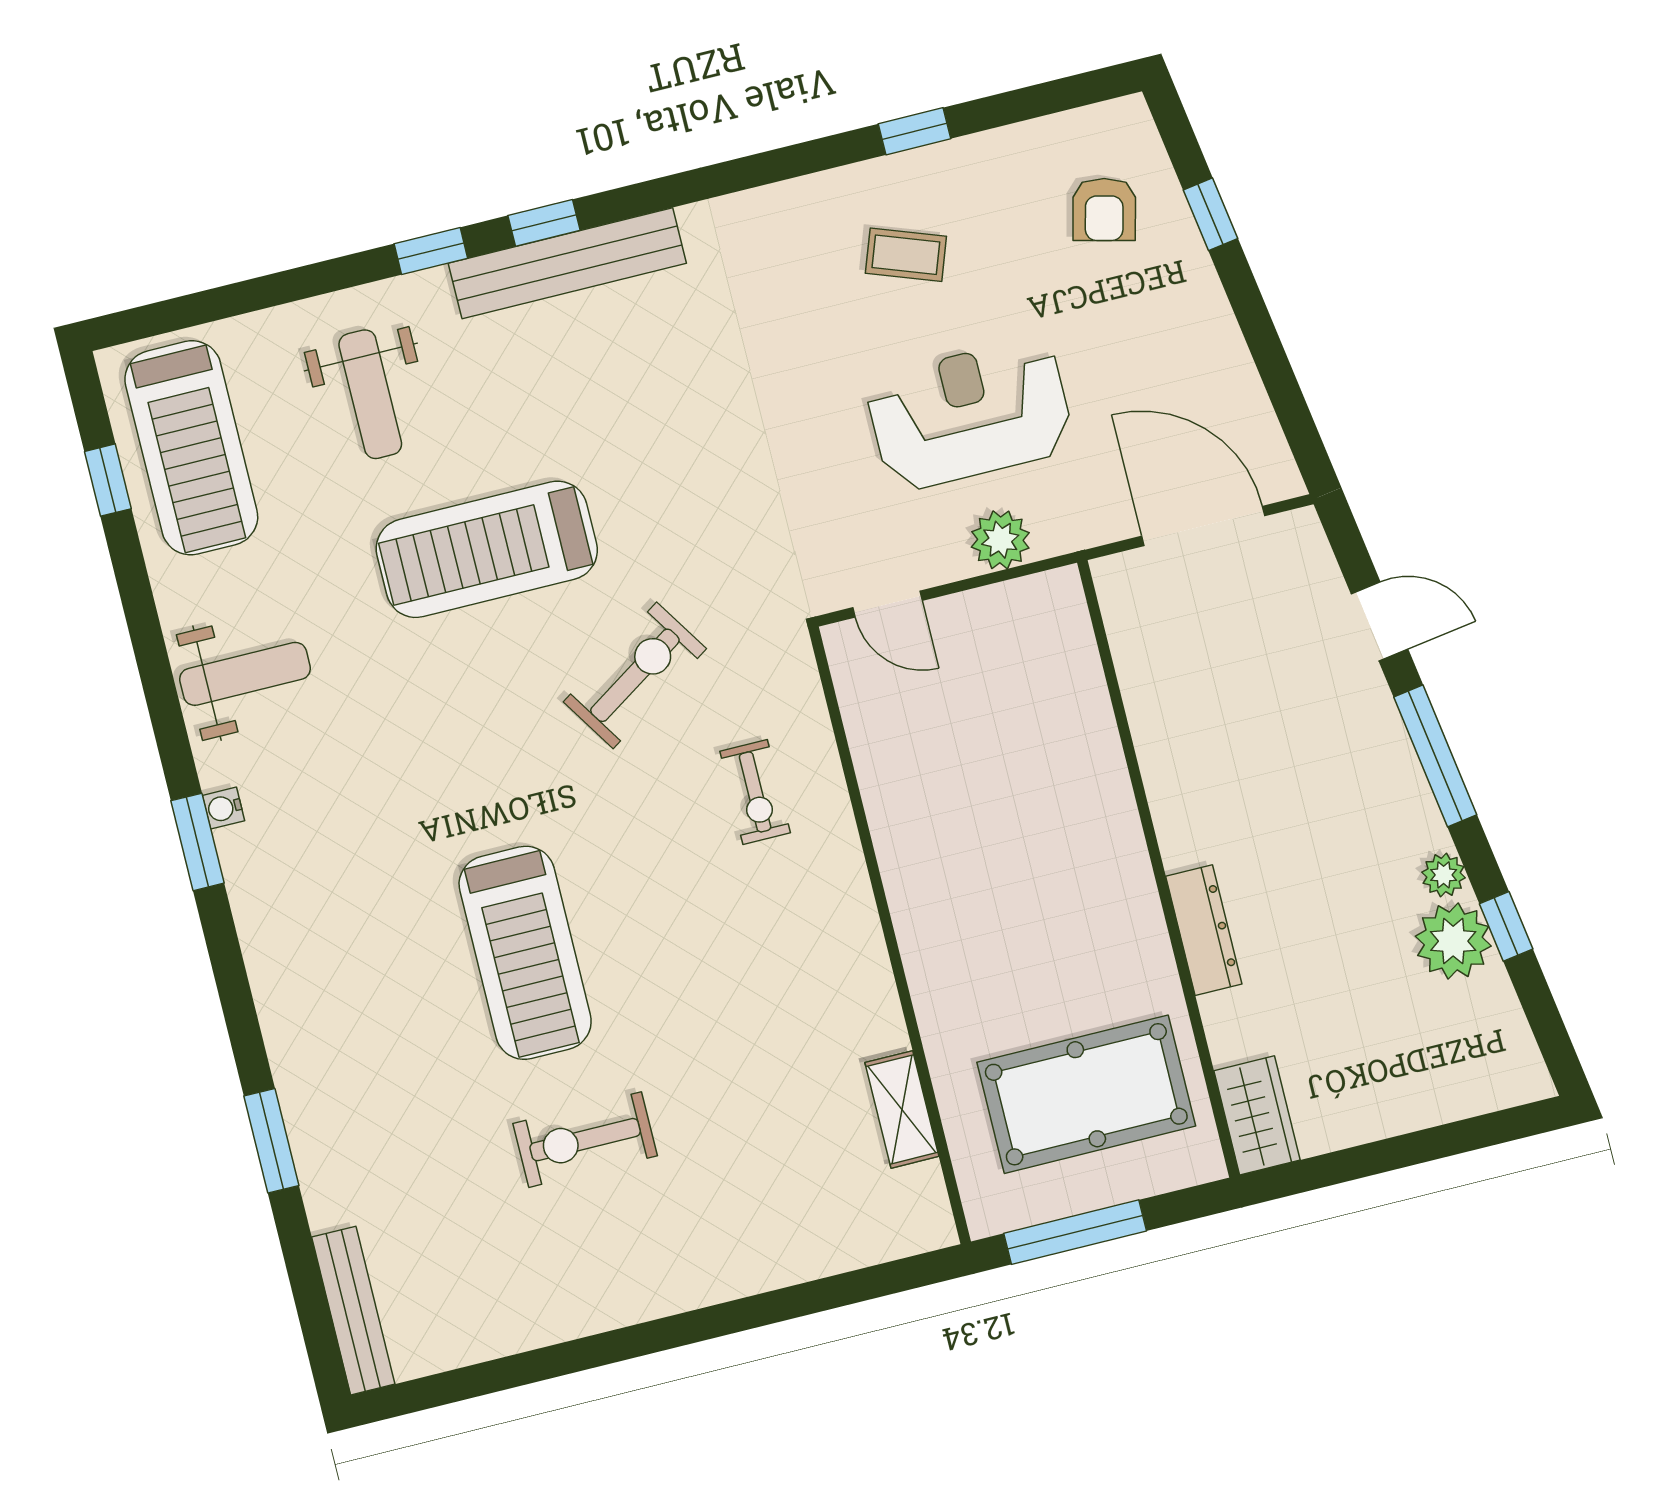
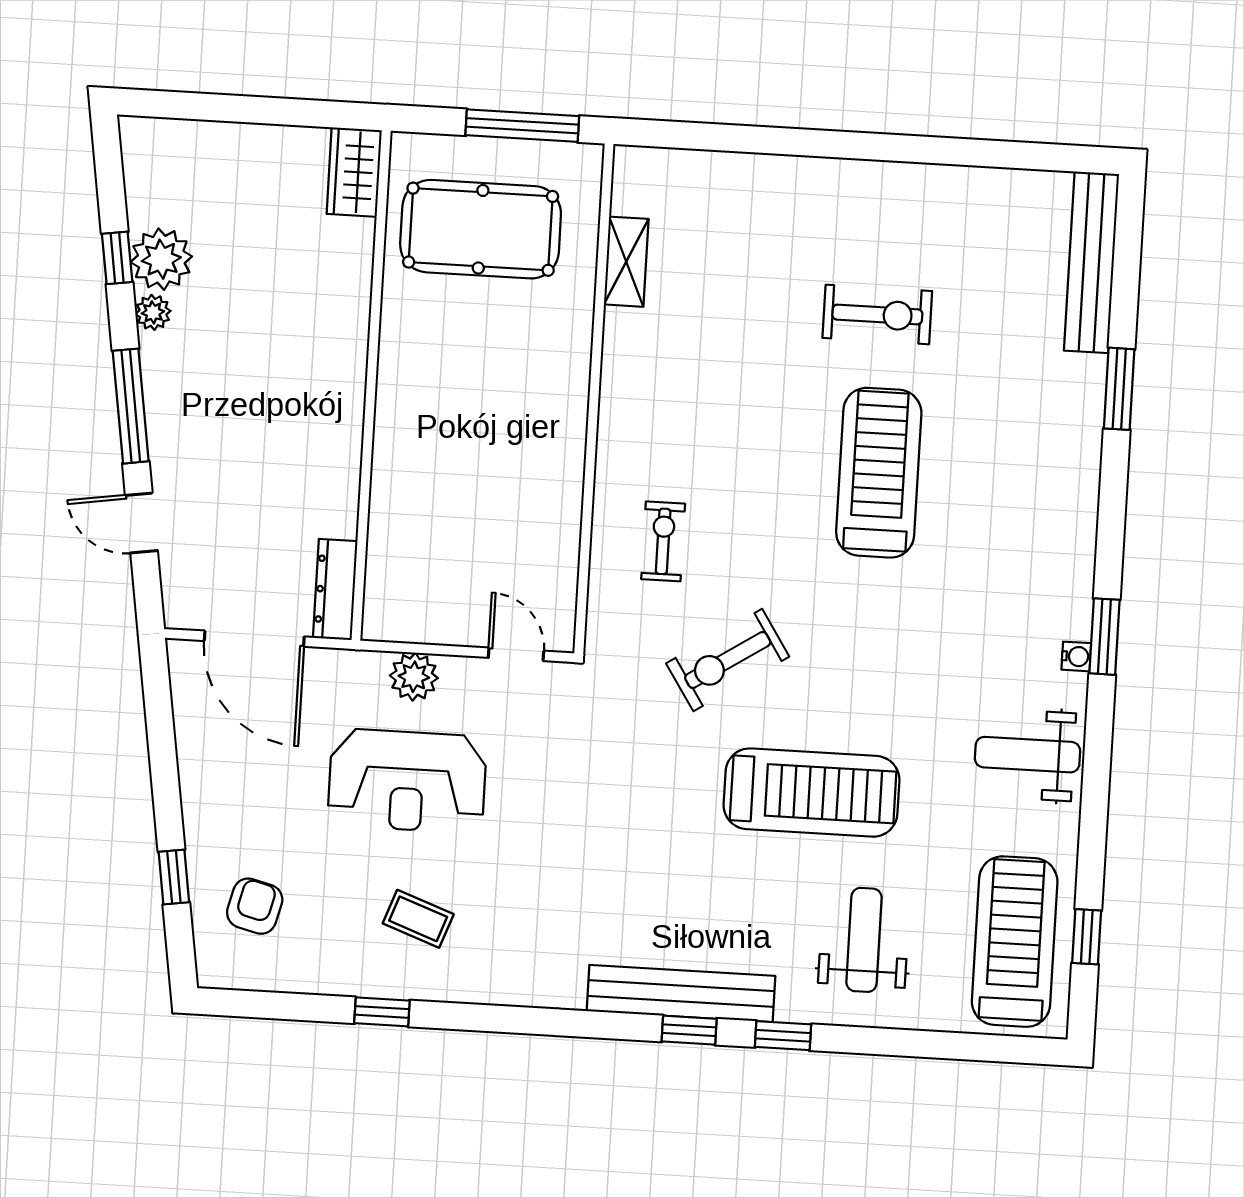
dresser: (1204, 930) -> (335, 590), moved
bench: (353, 1311) -> (1091, 262), width x1.37, depth x1.21

